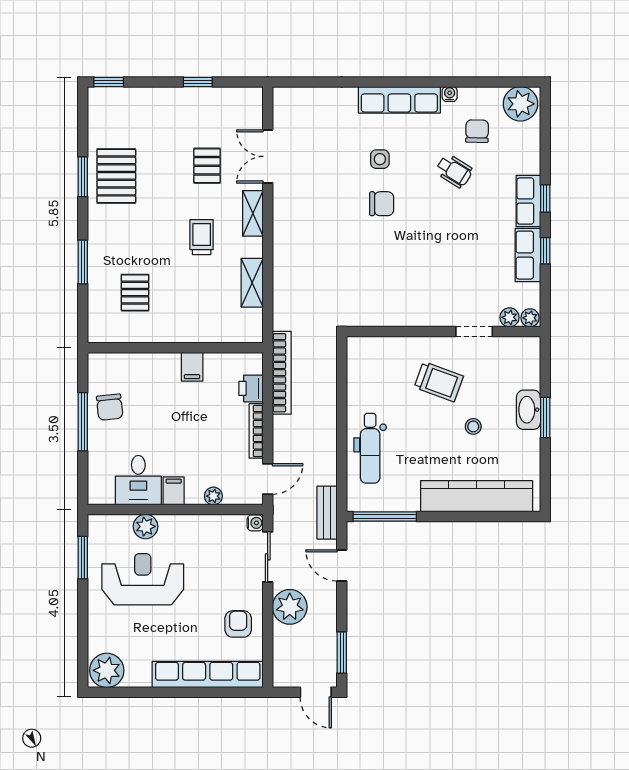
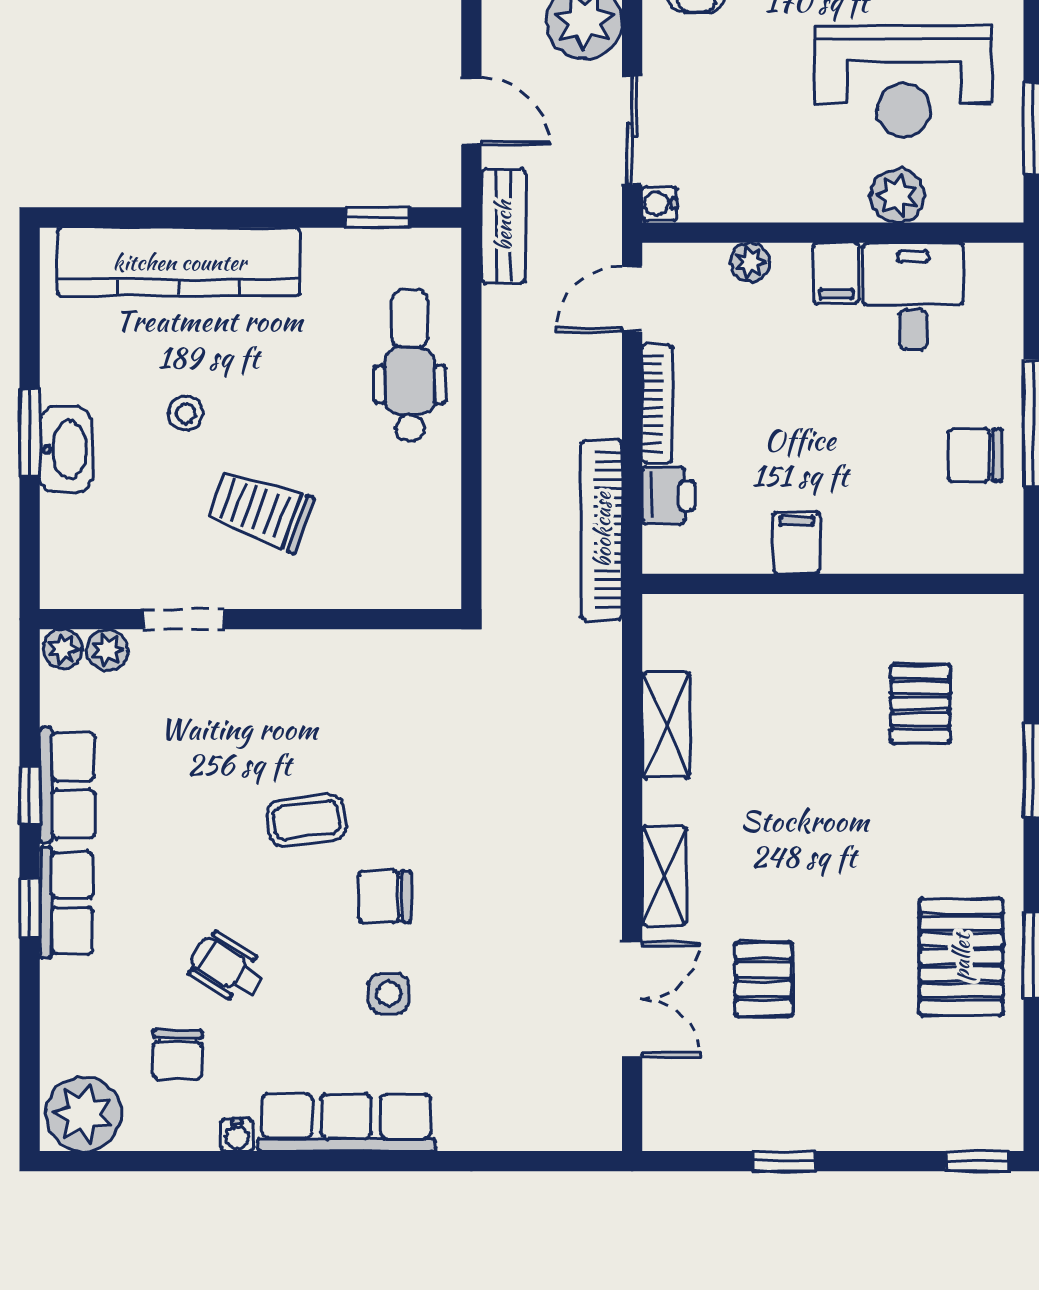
trolley: (202, 237) -> (776, 824), removed
coffee table: (418, 239) -> (306, 820), added
chair: (110, 407) -> (975, 455), turned -84
window: (385, 517) -> (378, 217), width x0.46

